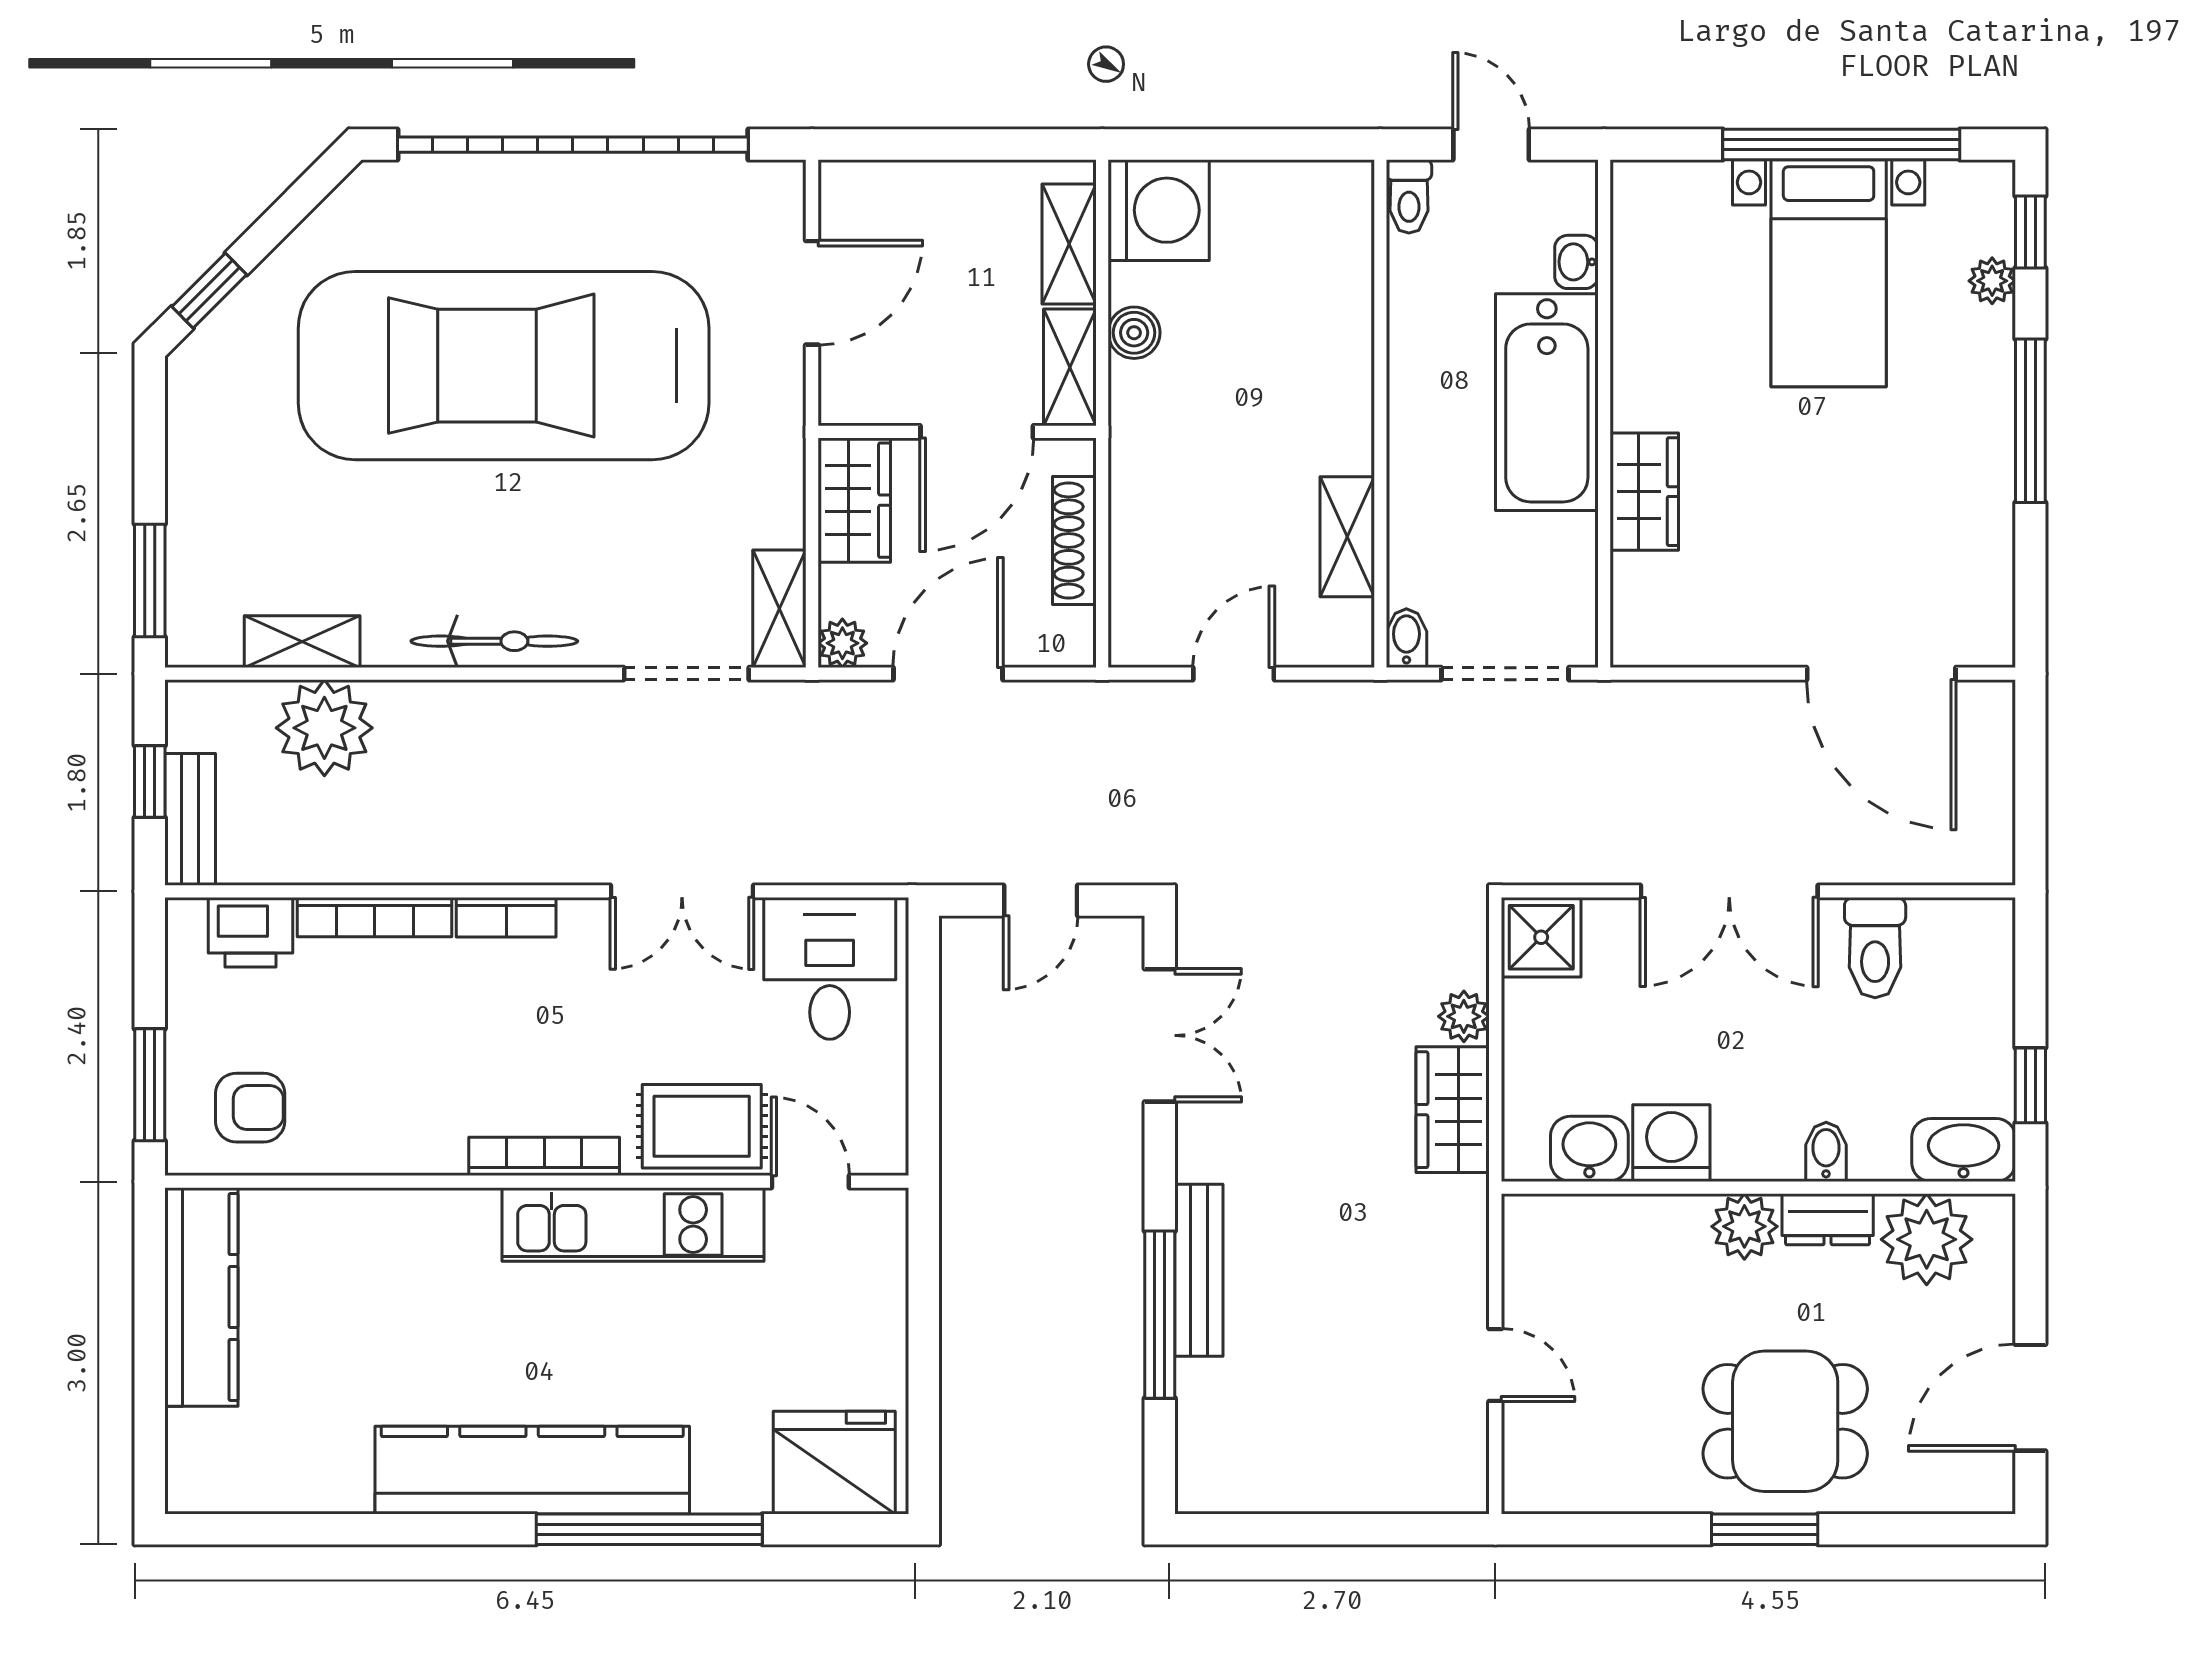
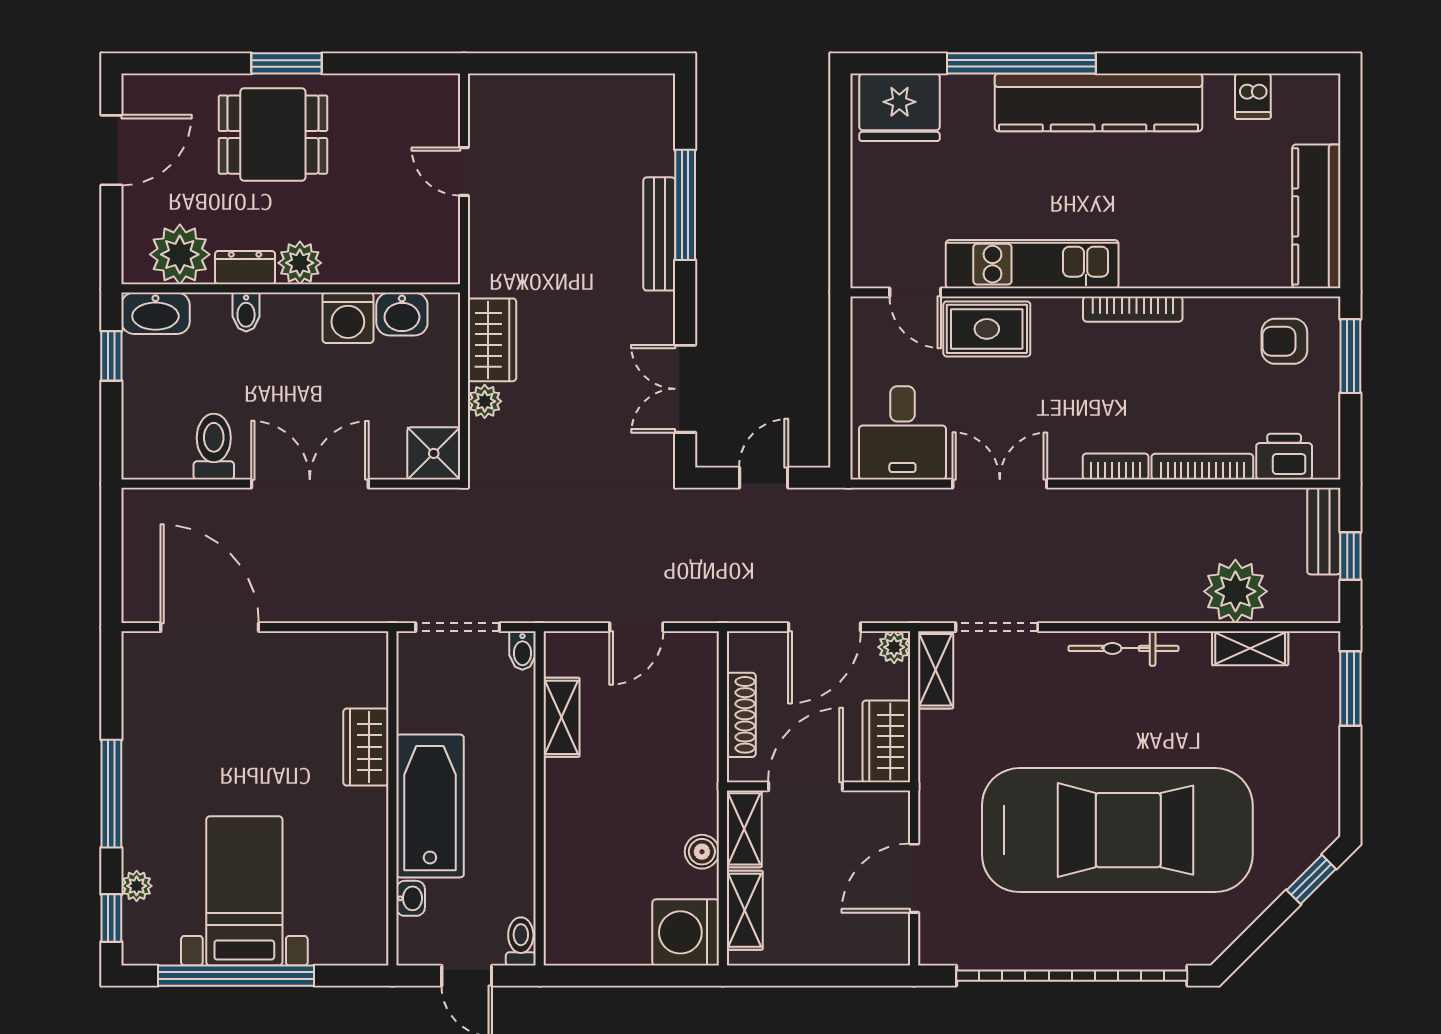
bookcase: (544, 1156) -> (1133, 309), moved
dishwasher: (298, 1479) -> (1253, 96), added

